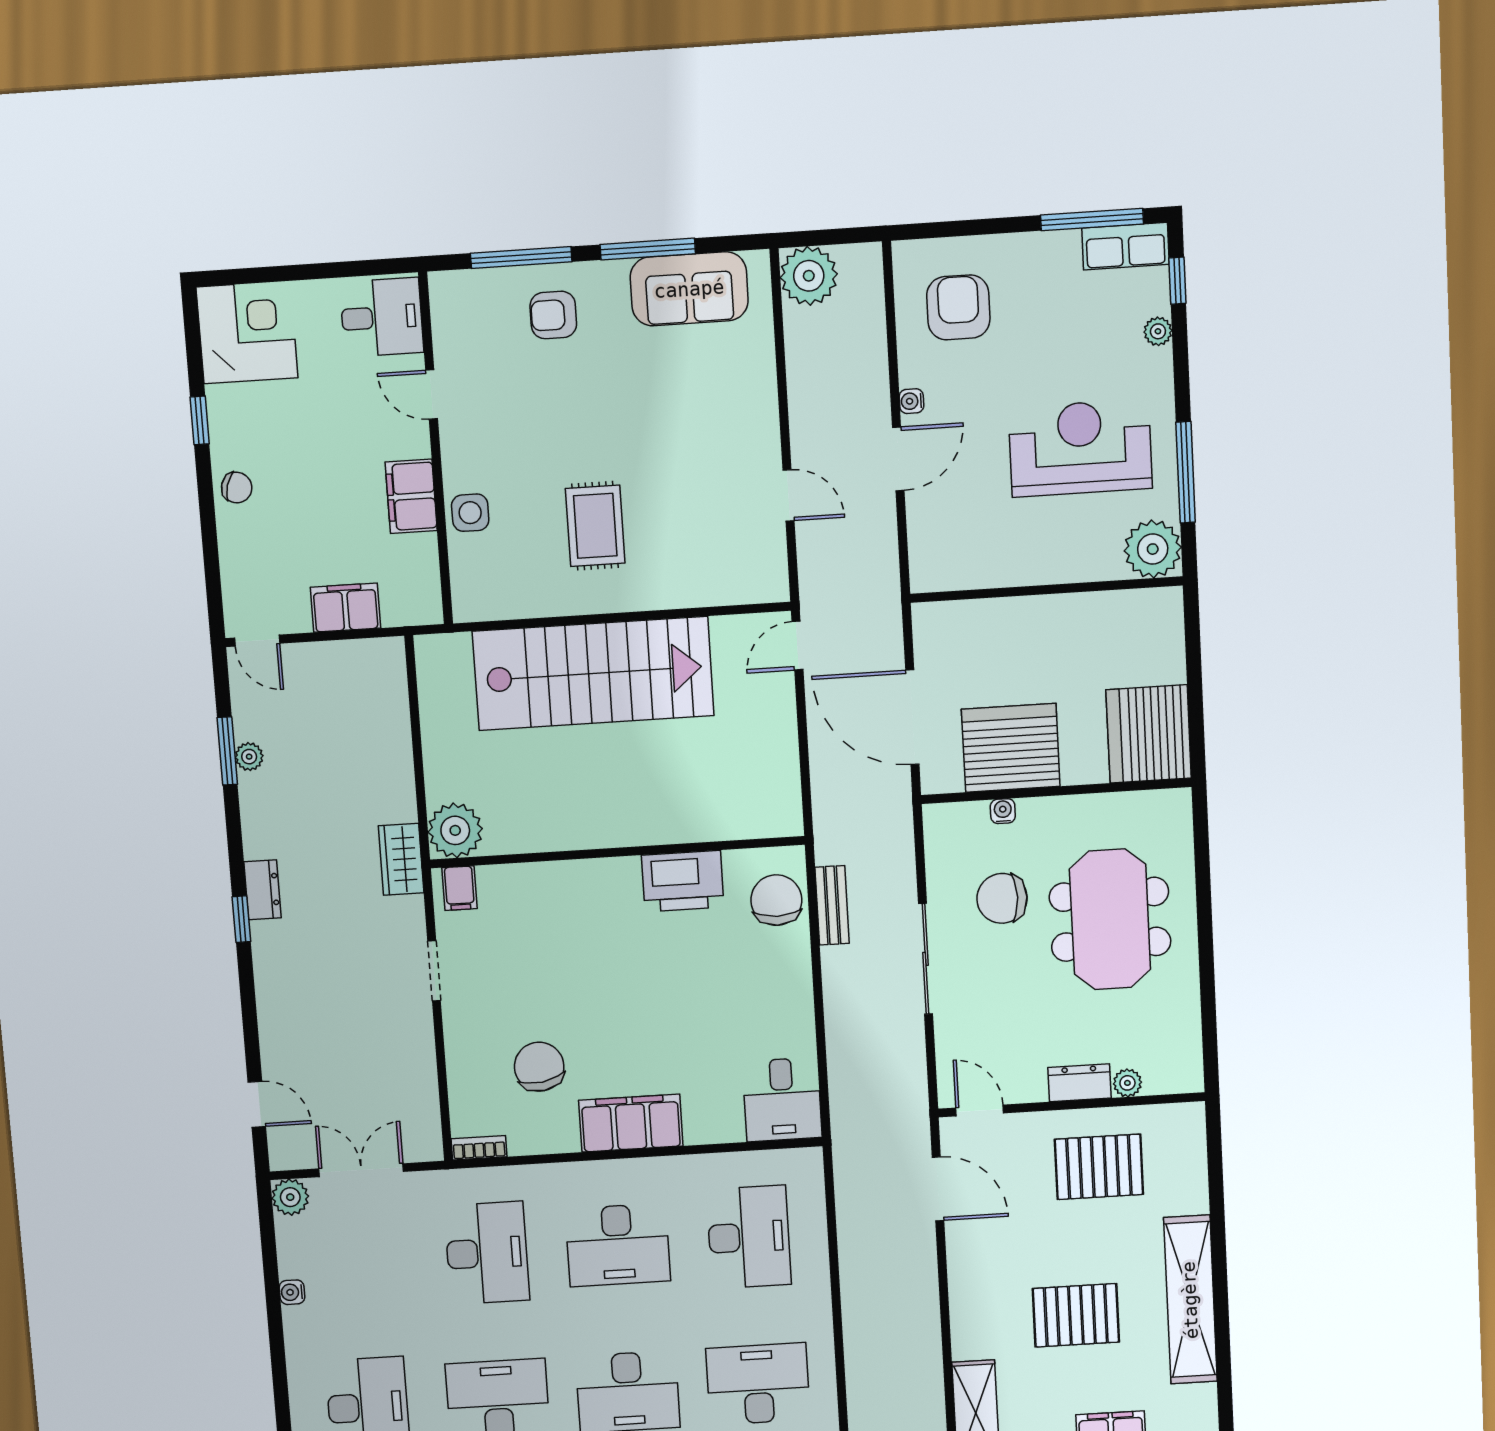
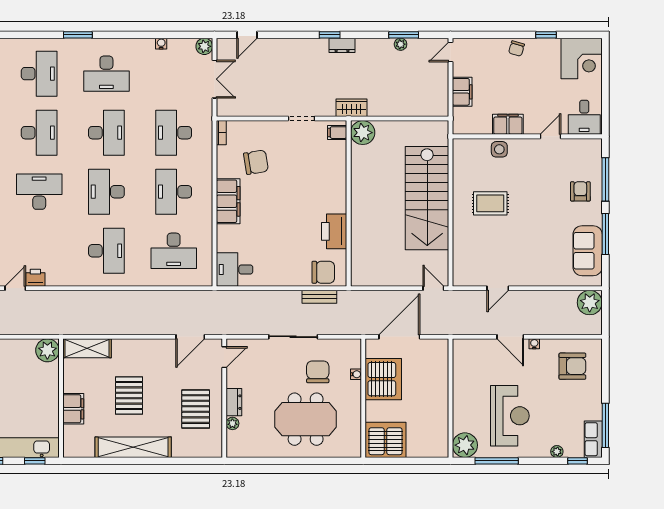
desk: (487, 1253) -> (174, 133), turned 90

